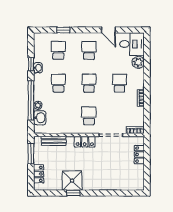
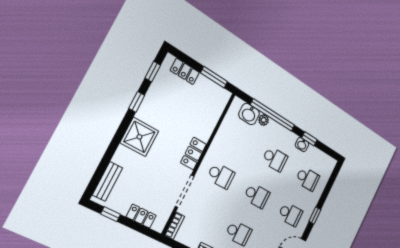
window: (63, 30) -> (315, 216), moved
bench: (54, 141) -> (108, 181), moved
window: (147, 174) -> (111, 214), added
shower: (72, 181) -> (139, 137), moved
window: (50, 193) -> (153, 72), added

